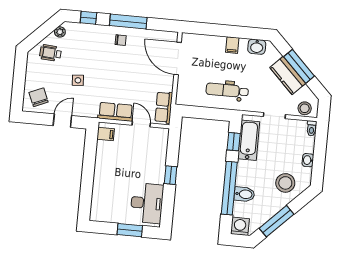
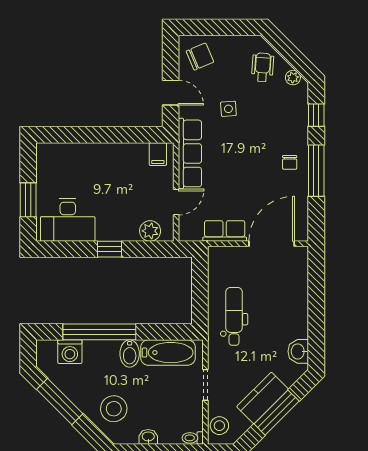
filing cabinet: (232, 45) -> (297, 317), removed
row of seats: (164, 107) -> (225, 231), moved
row of seats: (116, 112) -> (190, 153), width x1.48
window: (234, 142) -> (164, 332), removed
plant: (160, 145) -> (150, 231), added
bidet: (244, 194) -> (130, 354), moved
washing machine: (240, 226) -> (70, 352), moved, turned 90

